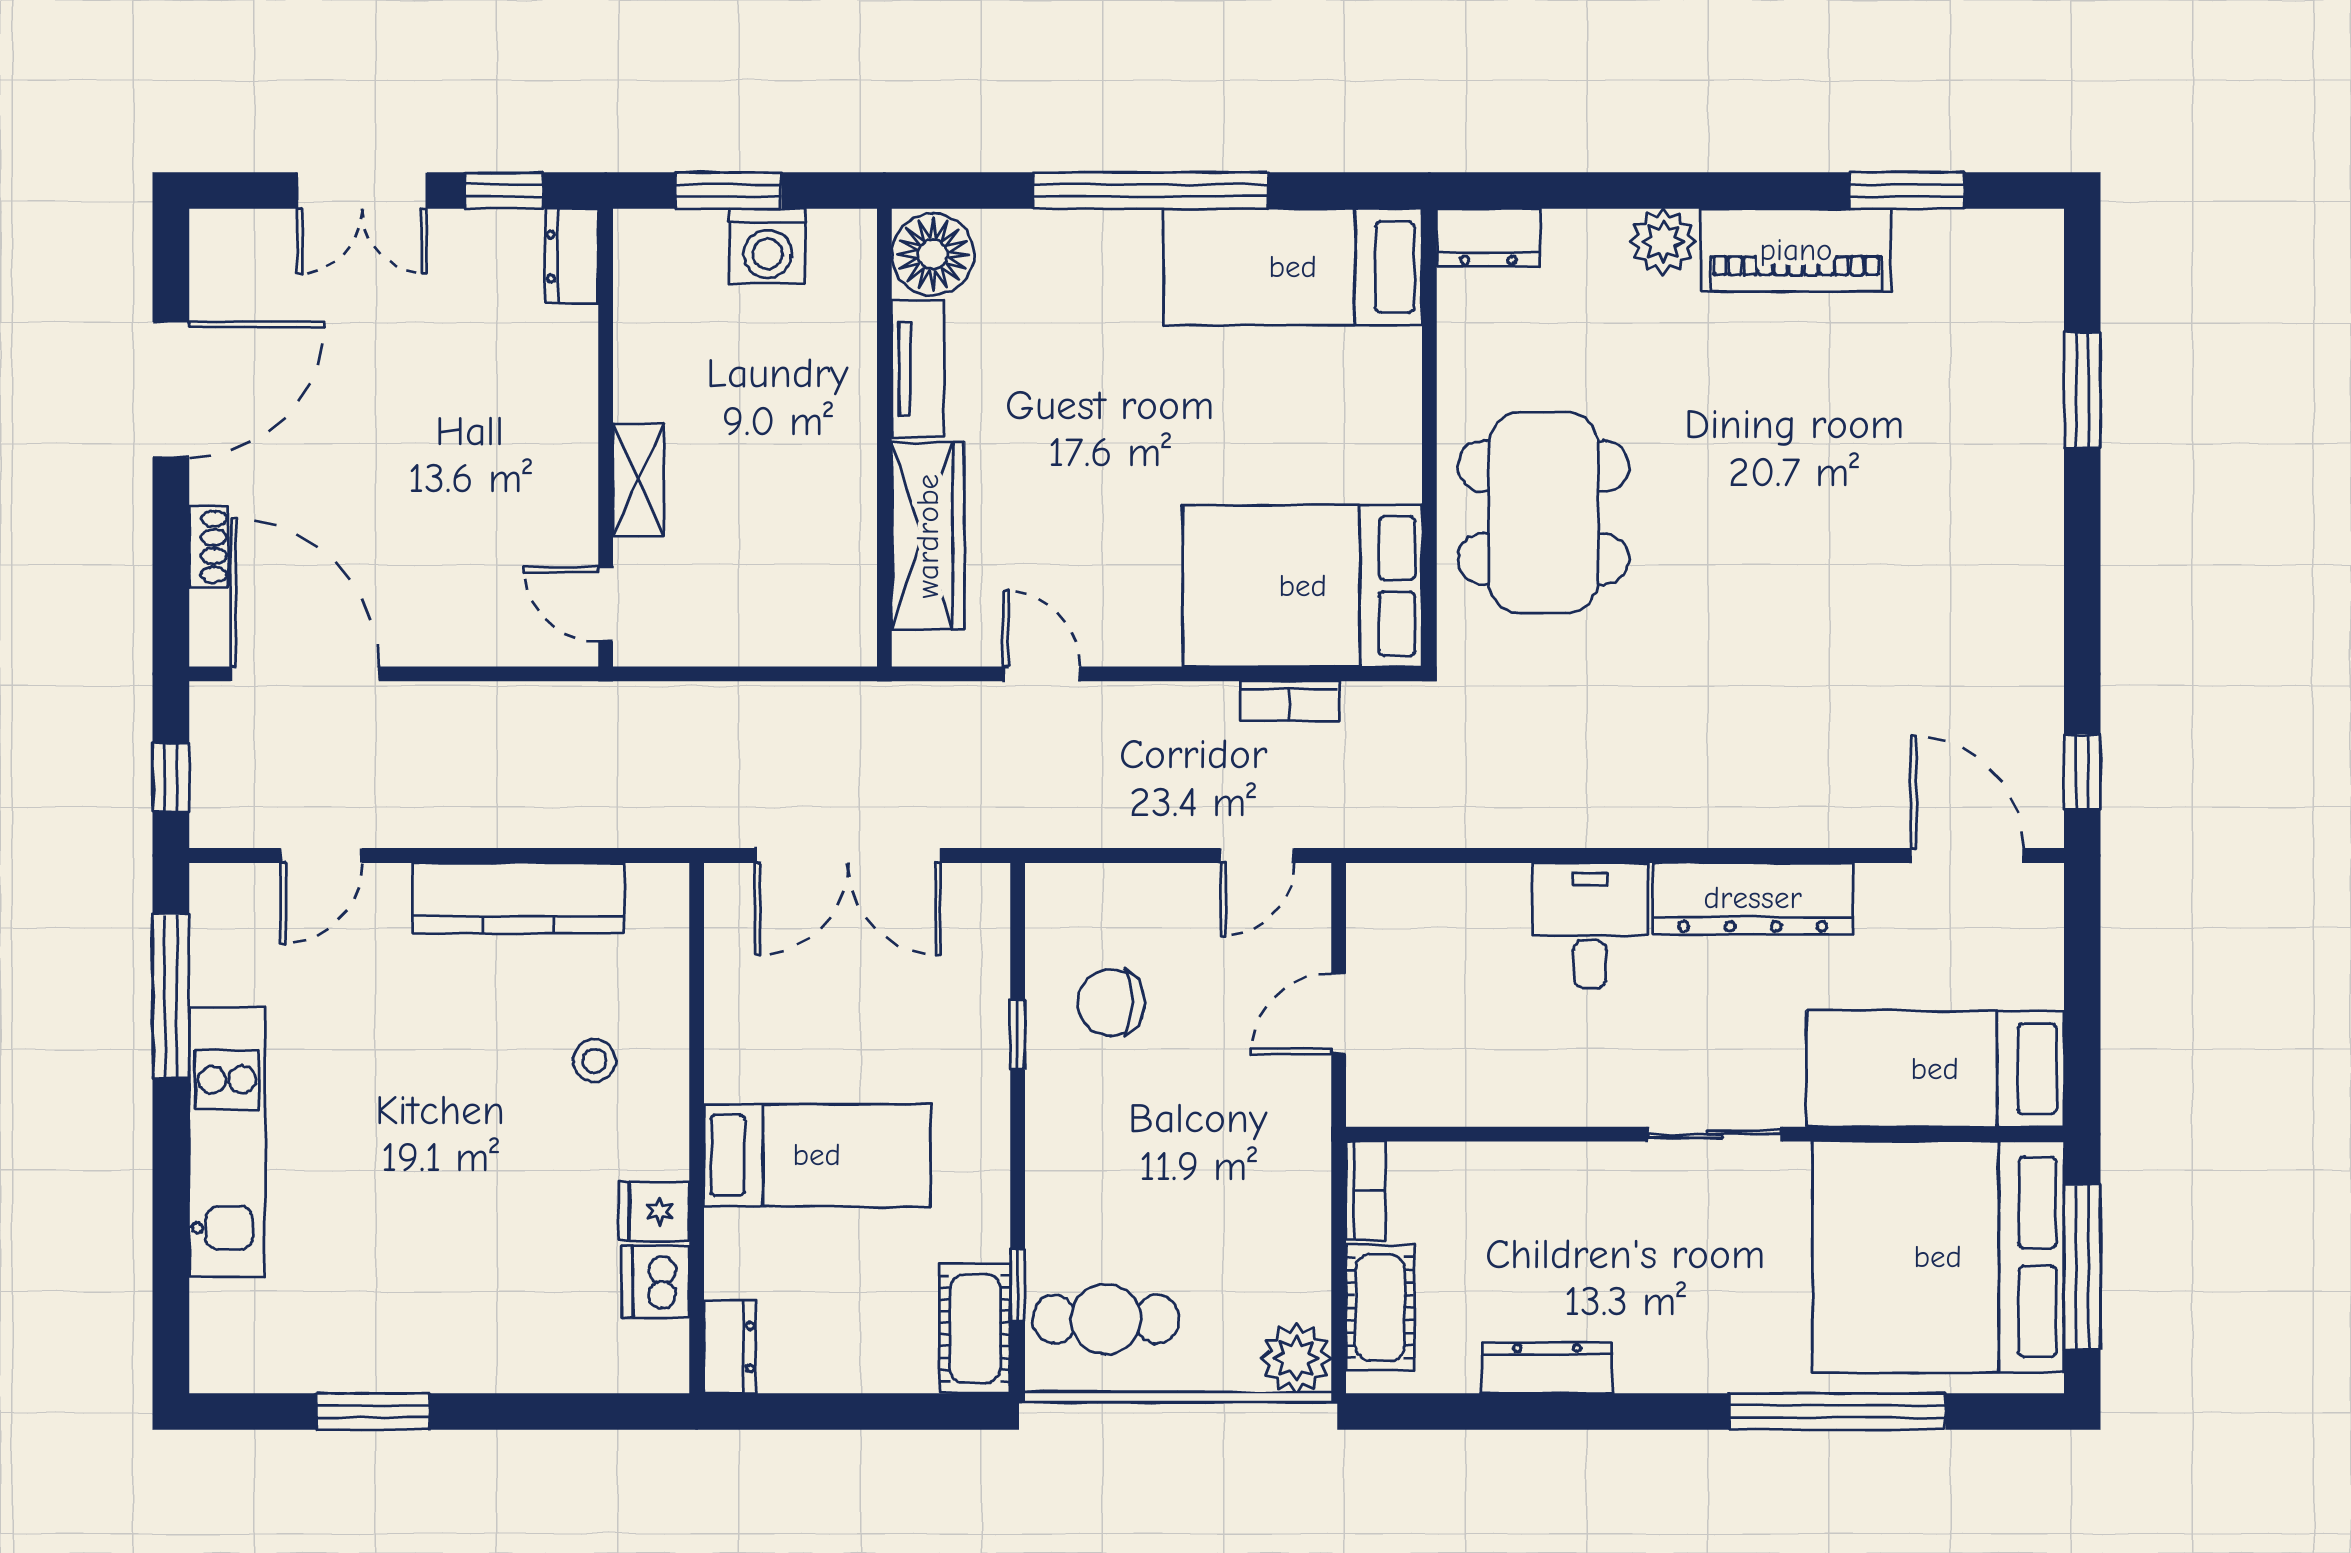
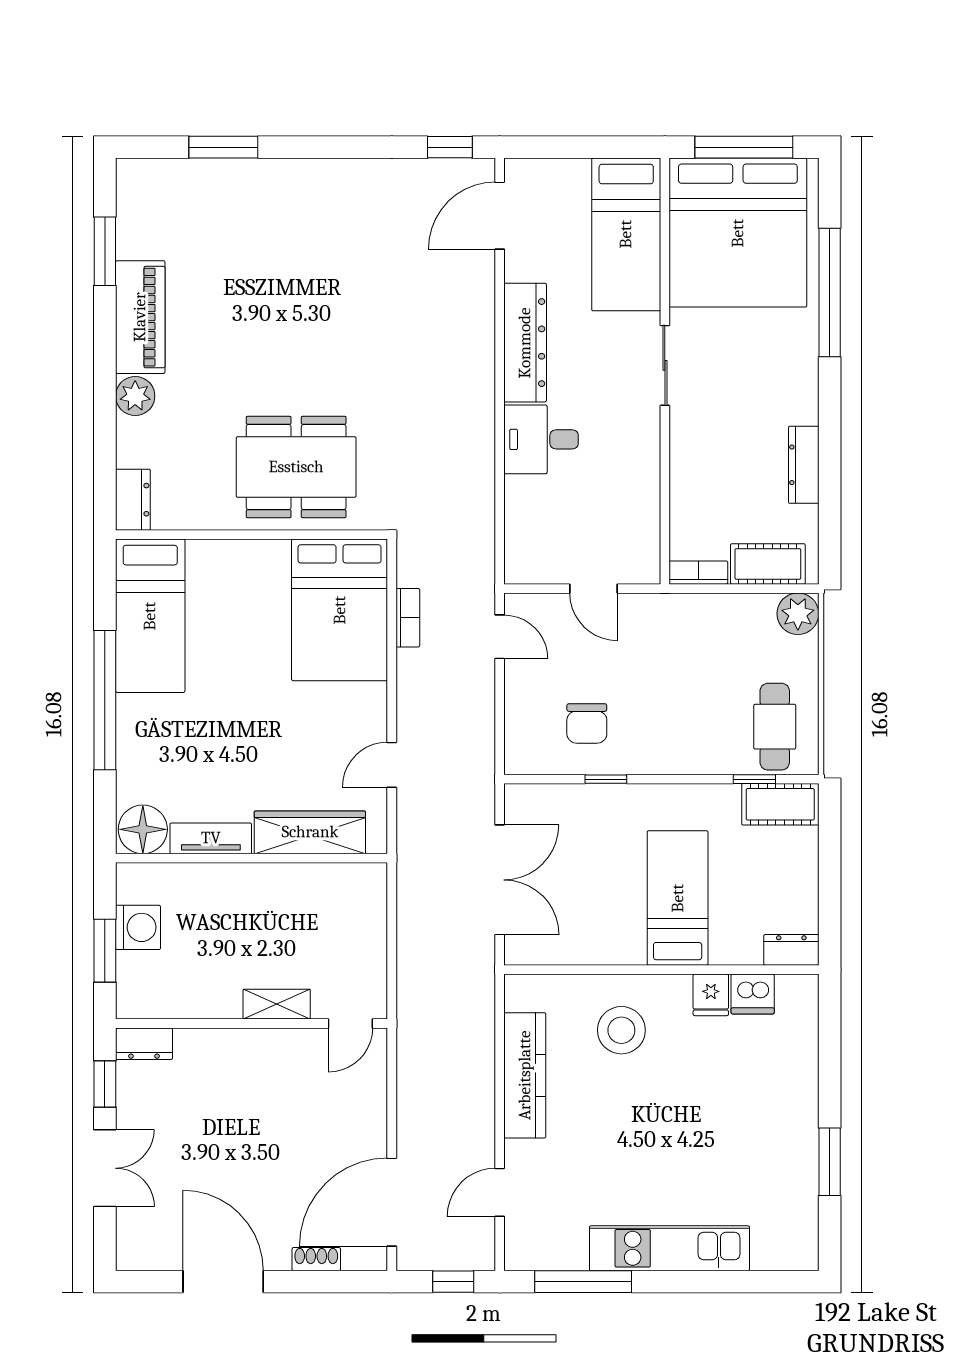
door: (321, 856) -> (500, 1192), swing flipped
stool: (594, 1061) -> (621, 1030), width x1.89, depth x1.89

